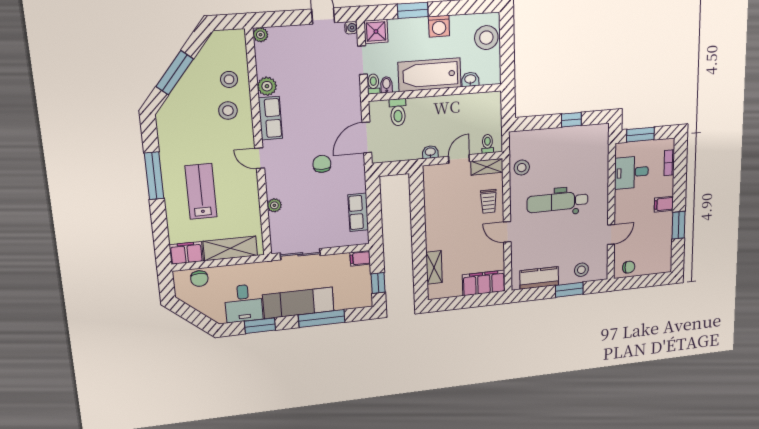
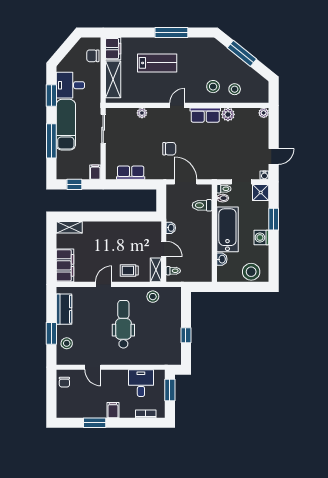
shelving: (434, 267) -> (69, 227), moved

